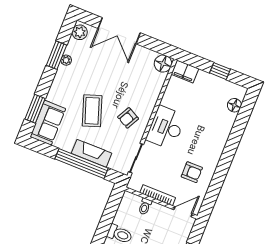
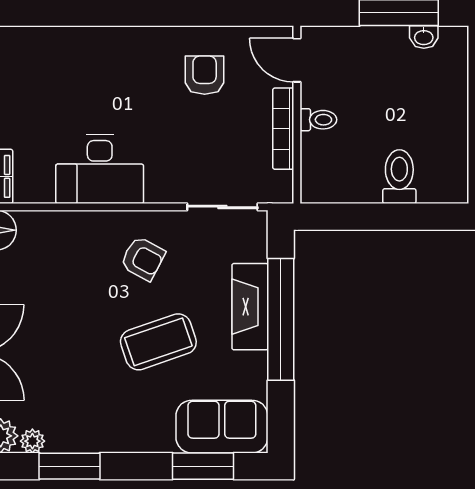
plant: (66, 60) -> (32, 441), moved
floor lamp: (234, 105) -> (24, 41), removed
desk: (166, 128) -> (100, 169), moved
toilet: (145, 206) -> (318, 120), moved

